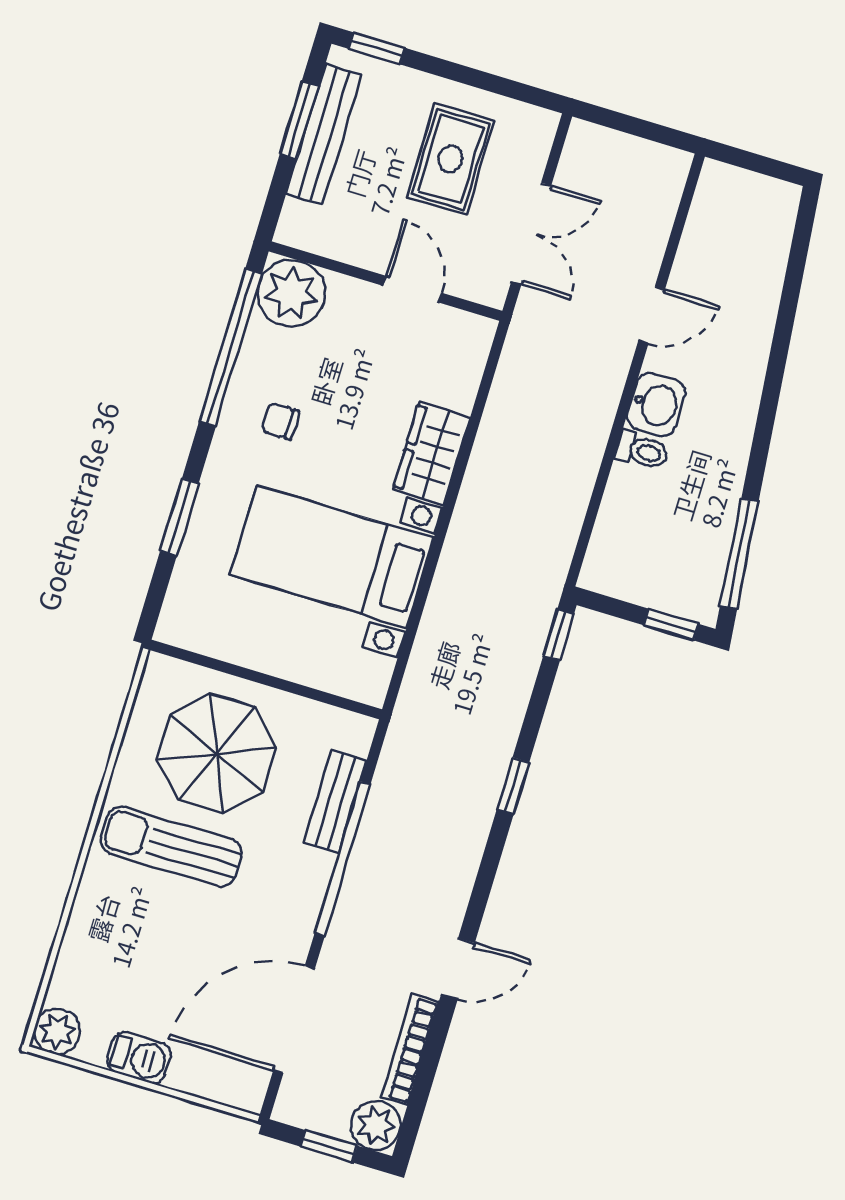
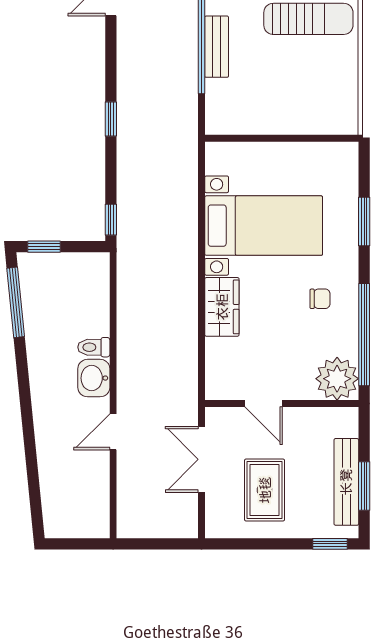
parasol: (217, 753) -> (298, 84), removed
bench: (335, 801) -> (217, 47), moved

